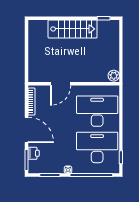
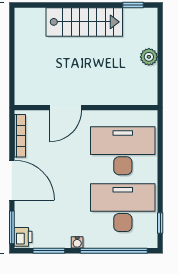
plant: (114, 76) -> (149, 57), moved
printer: (34, 153) -> (23, 237), moved

